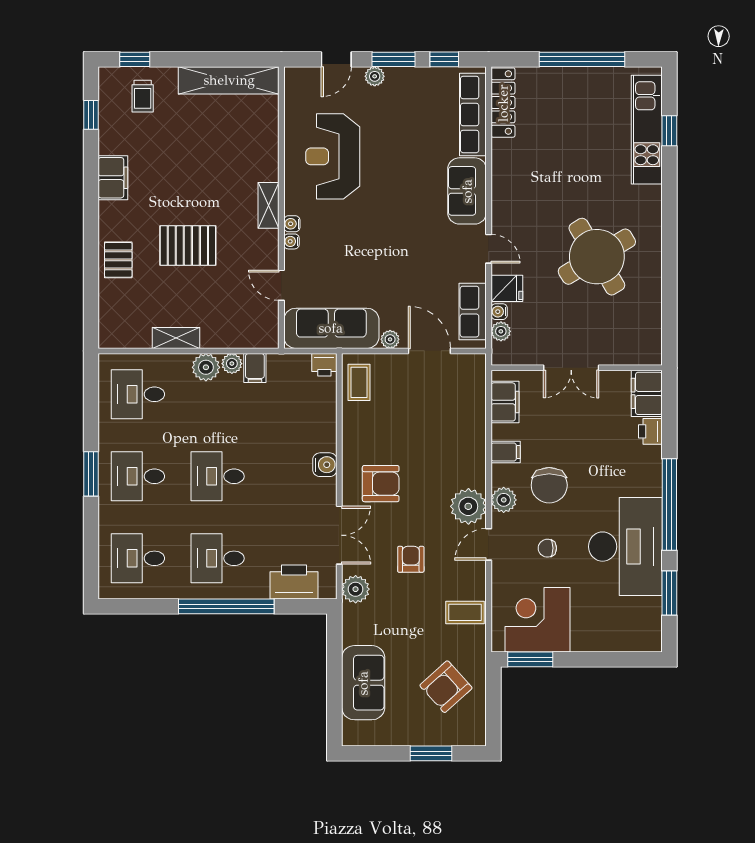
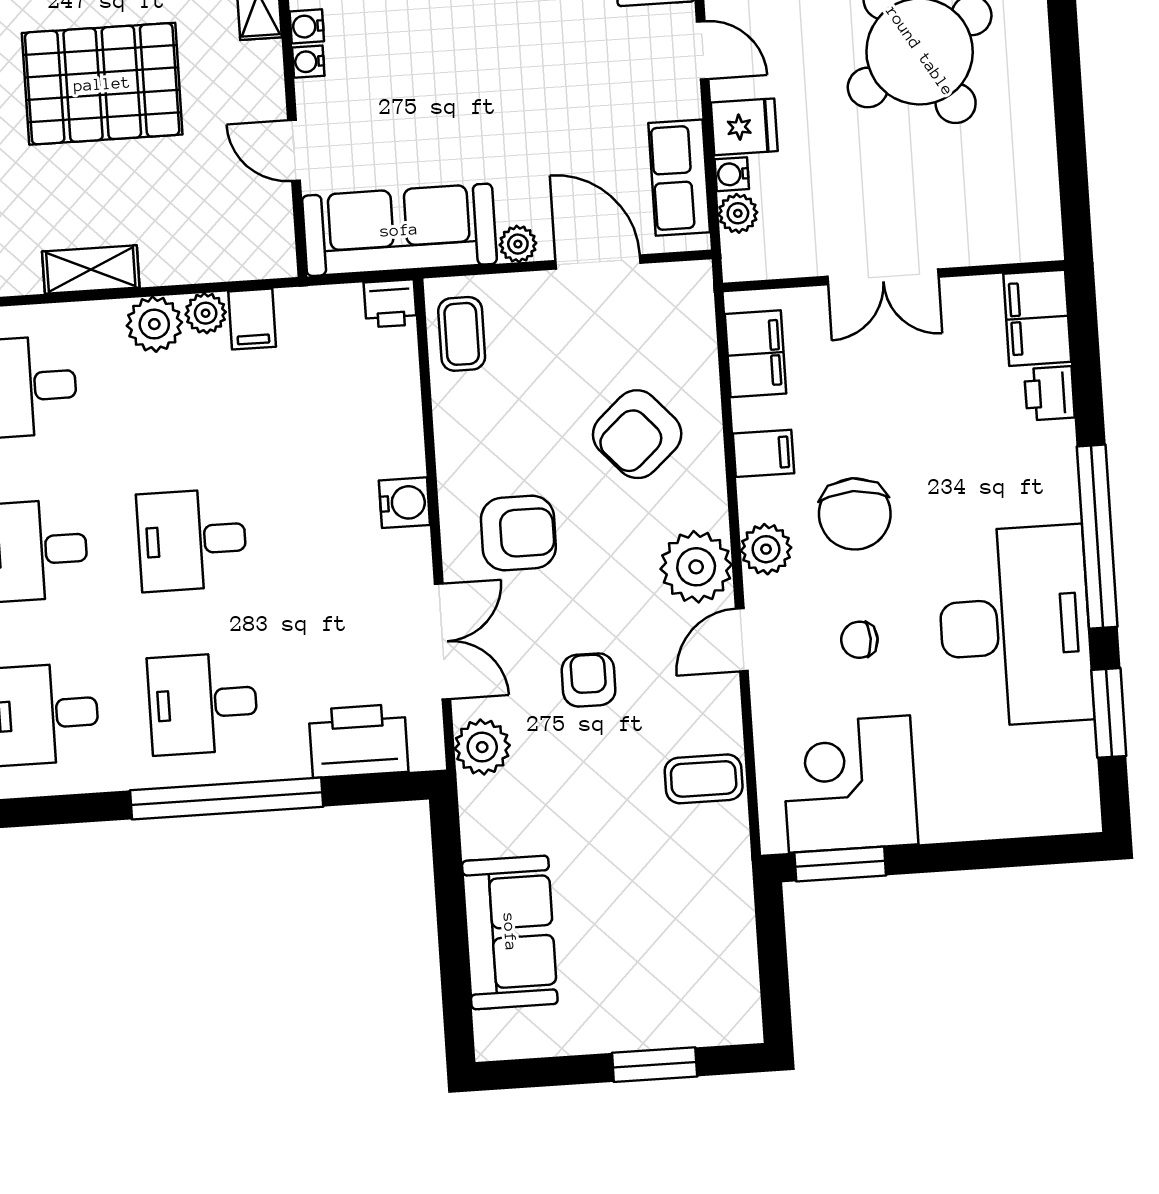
pallet: (188, 246) -> (102, 84), width x1.37, depth x1.41
armchair: (446, 687) -> (637, 434), moved

